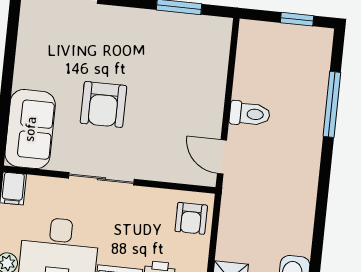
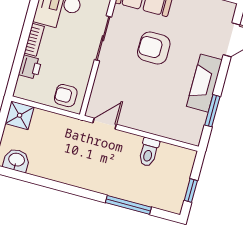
fireplace: (142, 25) -> (204, 83), added
toilet: (250, 114) -> (149, 152), moved

